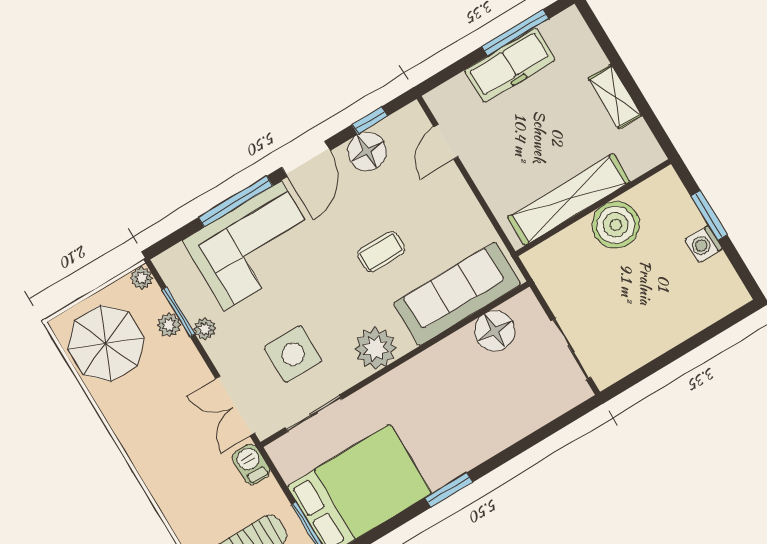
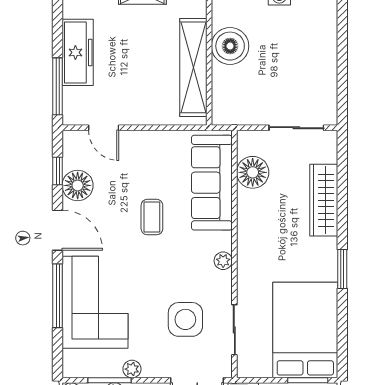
window: (515, 33) -> (58, 86), moved
plant: (375, 348) -> (223, 261), width x0.53, depth x0.53
wardrobe: (511, 425) -> (324, 200), added

